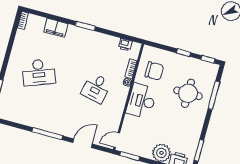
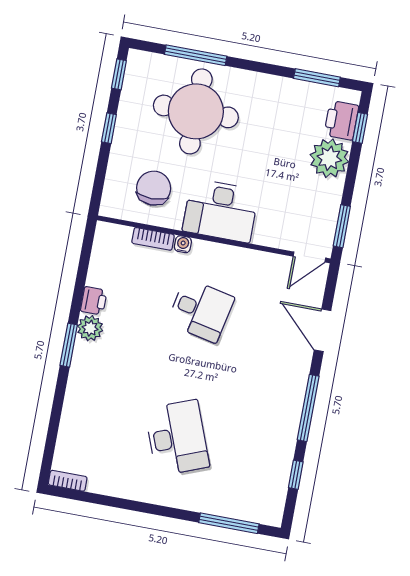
filing cabinet: (56, 28) -> (78, 408), removed
plant: (92, 36) -> (90, 328), added
printer: (125, 45) -> (94, 301), moved
round table: (188, 93) -> (196, 111), width x1.36, depth x1.36
window: (17, 125) -> (296, 475), added
door: (117, 140) -> (309, 257), hinge flipped

